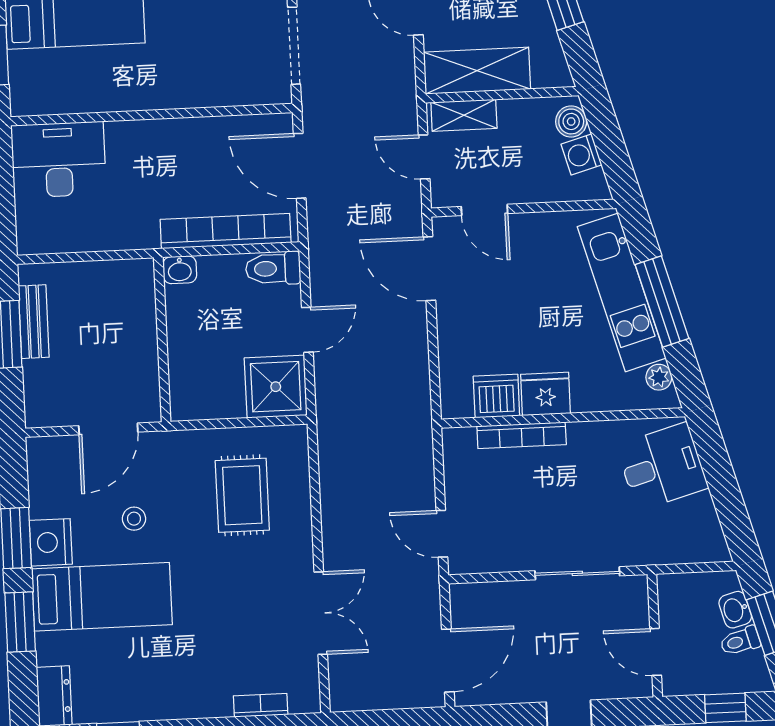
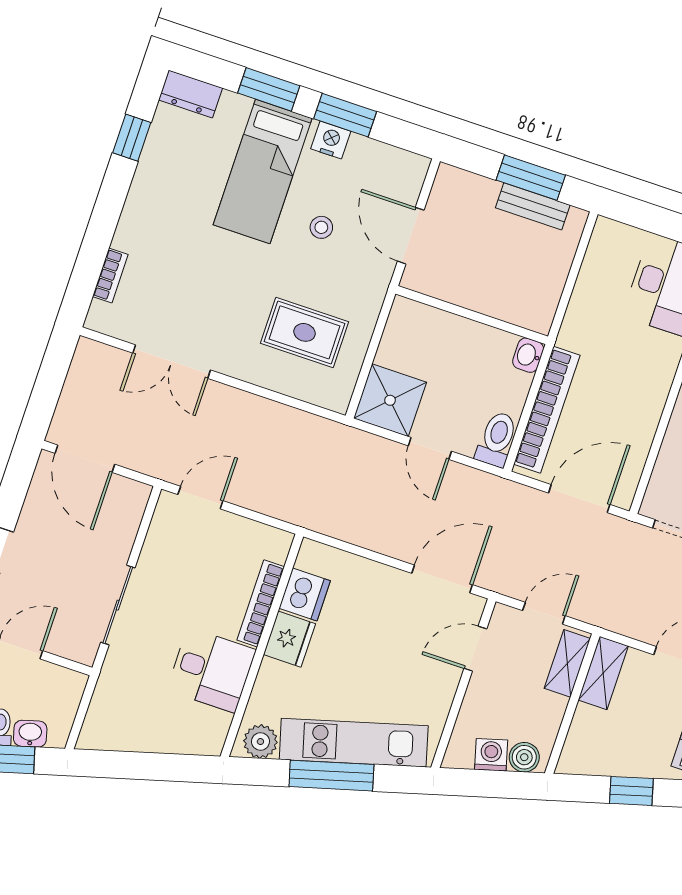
shelving: (477, 71) -> (603, 673), width x0.67, depth x0.75
plant: (659, 377) -> (260, 742), width x1.38, depth x1.38
desk: (662, 467) -> (211, 670), moved, turned -74
nightstand: (51, 542) -> (331, 140), width x0.74, depth x0.75

